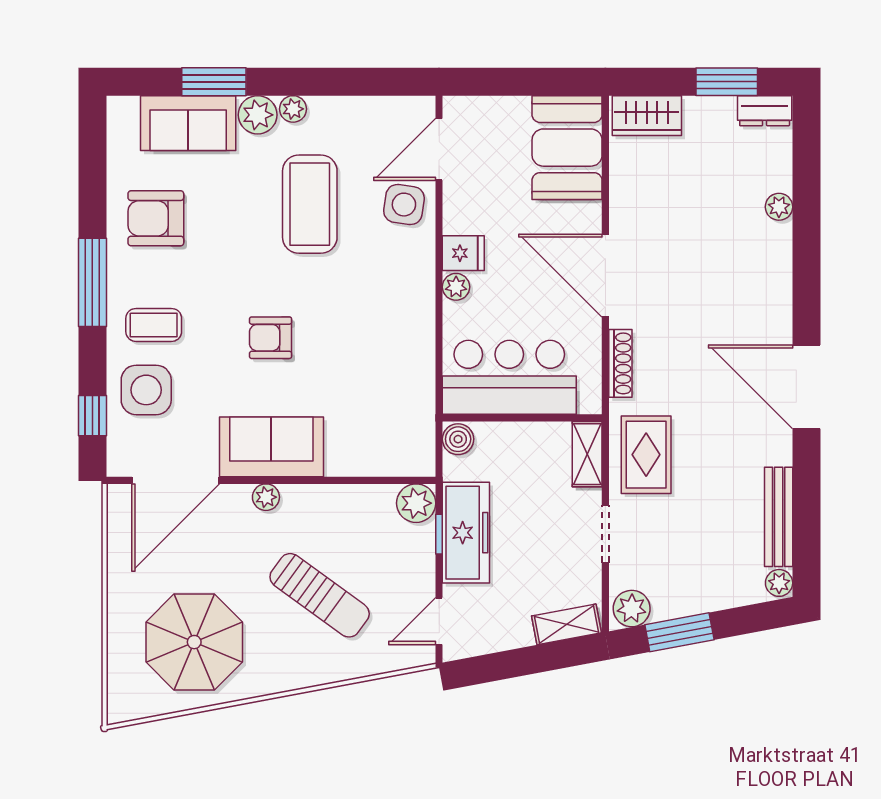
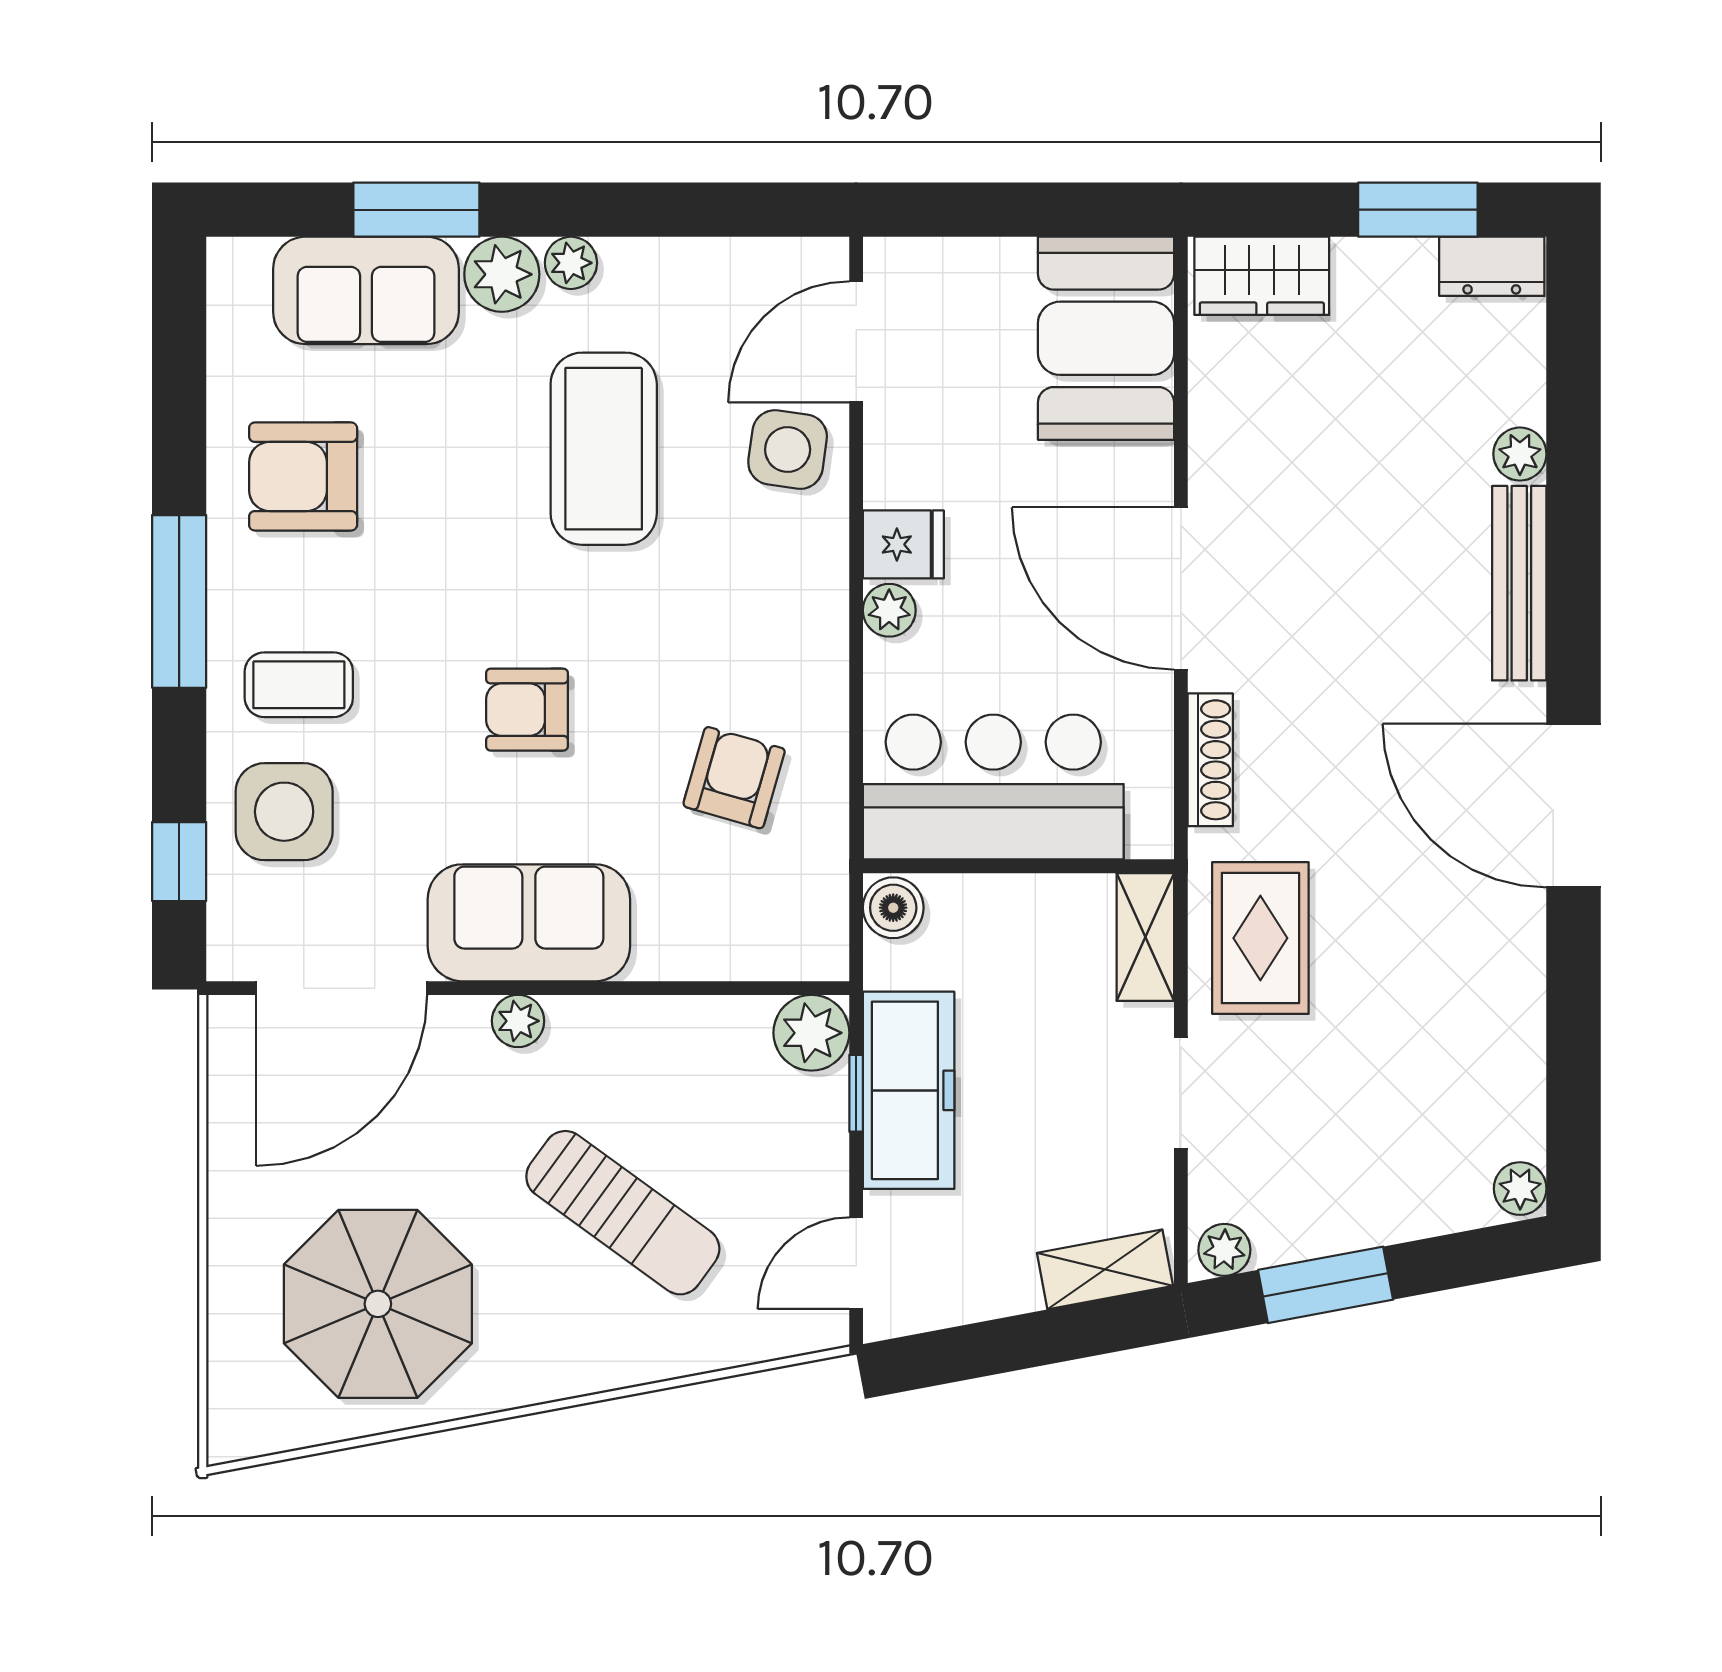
armchair: (377, 373) -> (734, 778), added
bench: (779, 517) -> (1519, 583), moved
plant: (632, 609) -> (1224, 1250), width x0.73, depth x0.73

